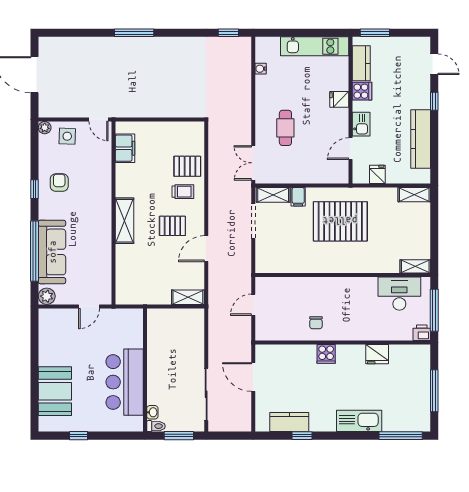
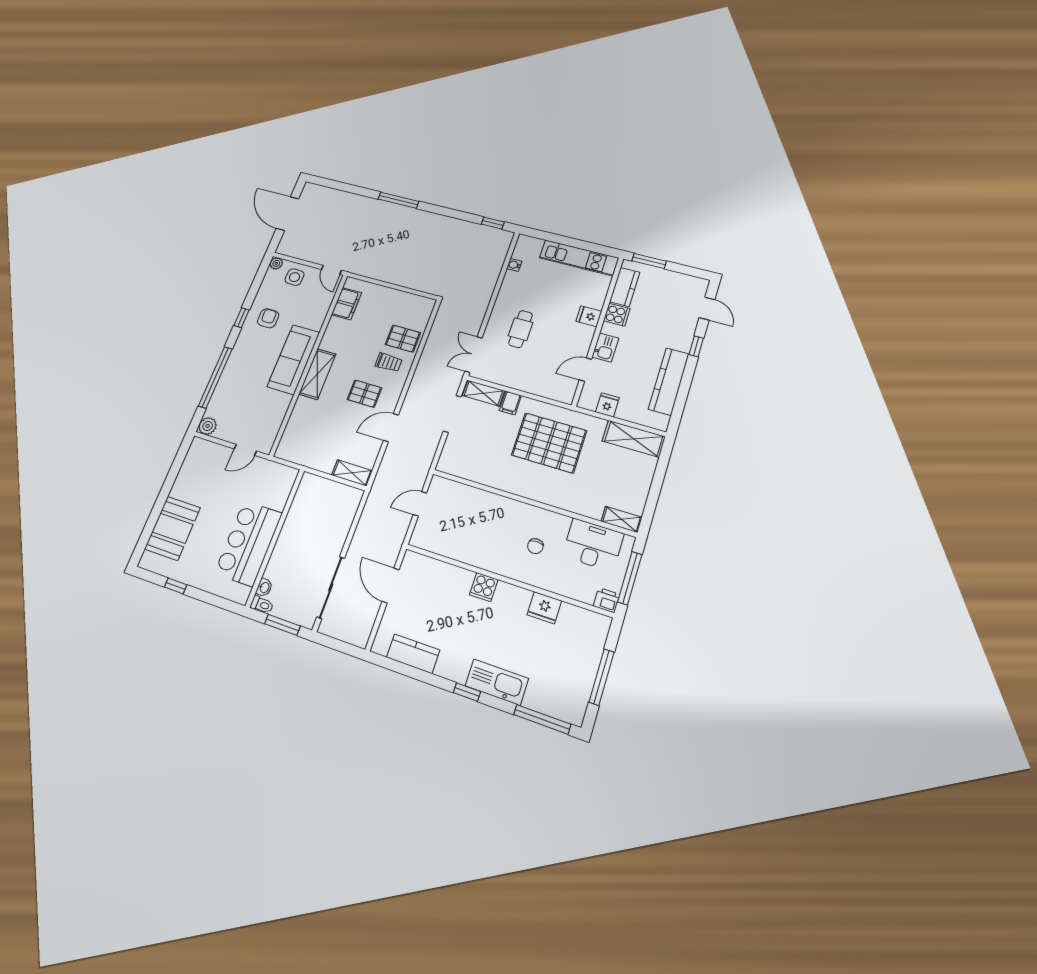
shelving: (414, 195) -> (634, 439), width x1.50, depth x1.33
sofa: (52, 252) -> (293, 359), moved, turned 180
chair: (316, 323) -> (535, 546), moved
window: (302, 436) -> (467, 692), moved

